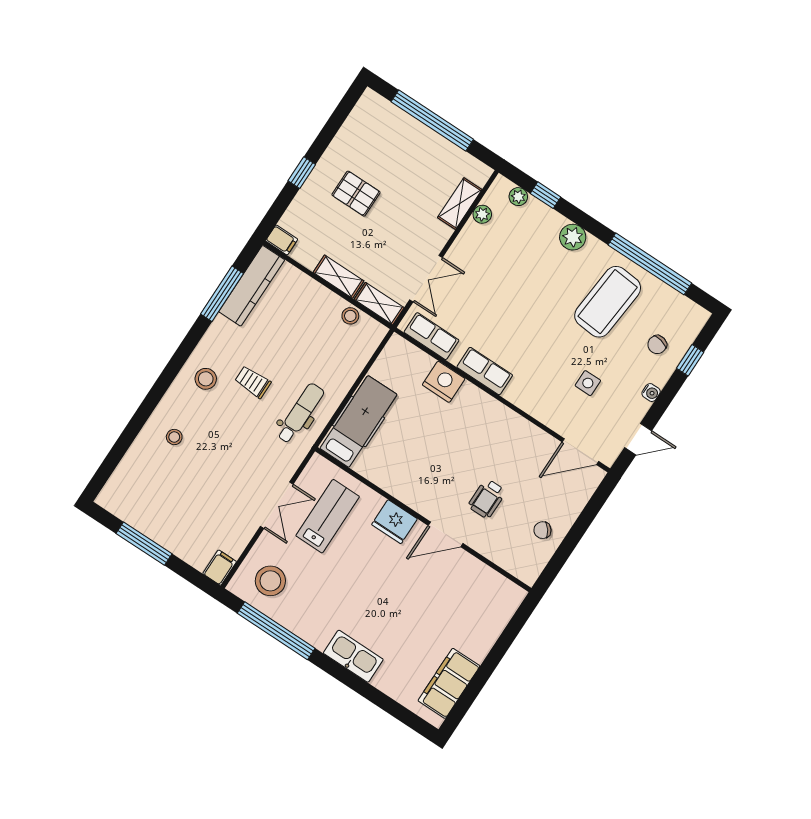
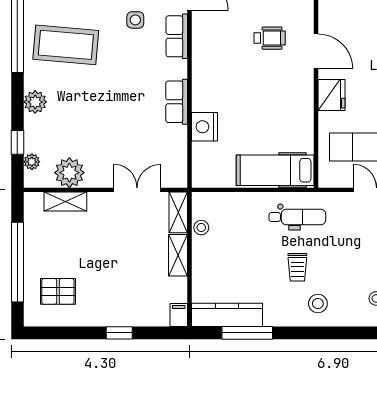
pallet: (356, 194) -> (58, 291), moved, turned 90
plant: (482, 214) -> (69, 173), width x1.87, depth x1.87
row of seats: (431, 336) -> (177, 36), moved
dental chair: (300, 413) -> (297, 217), turned 180

